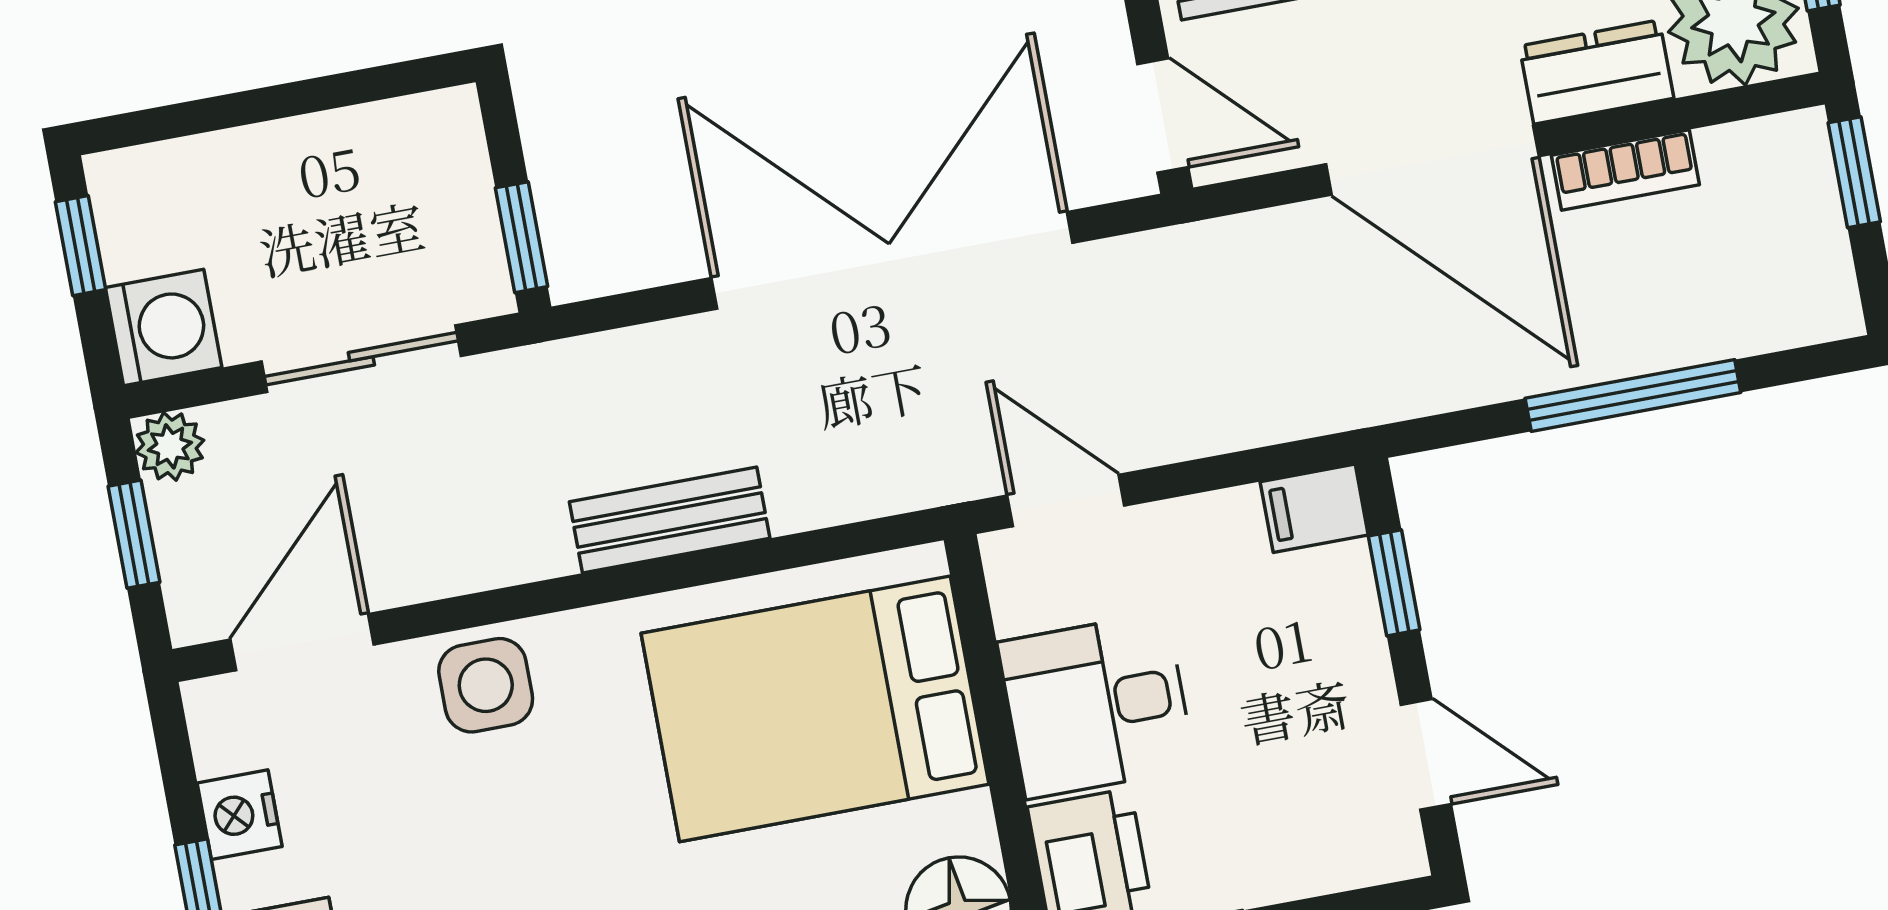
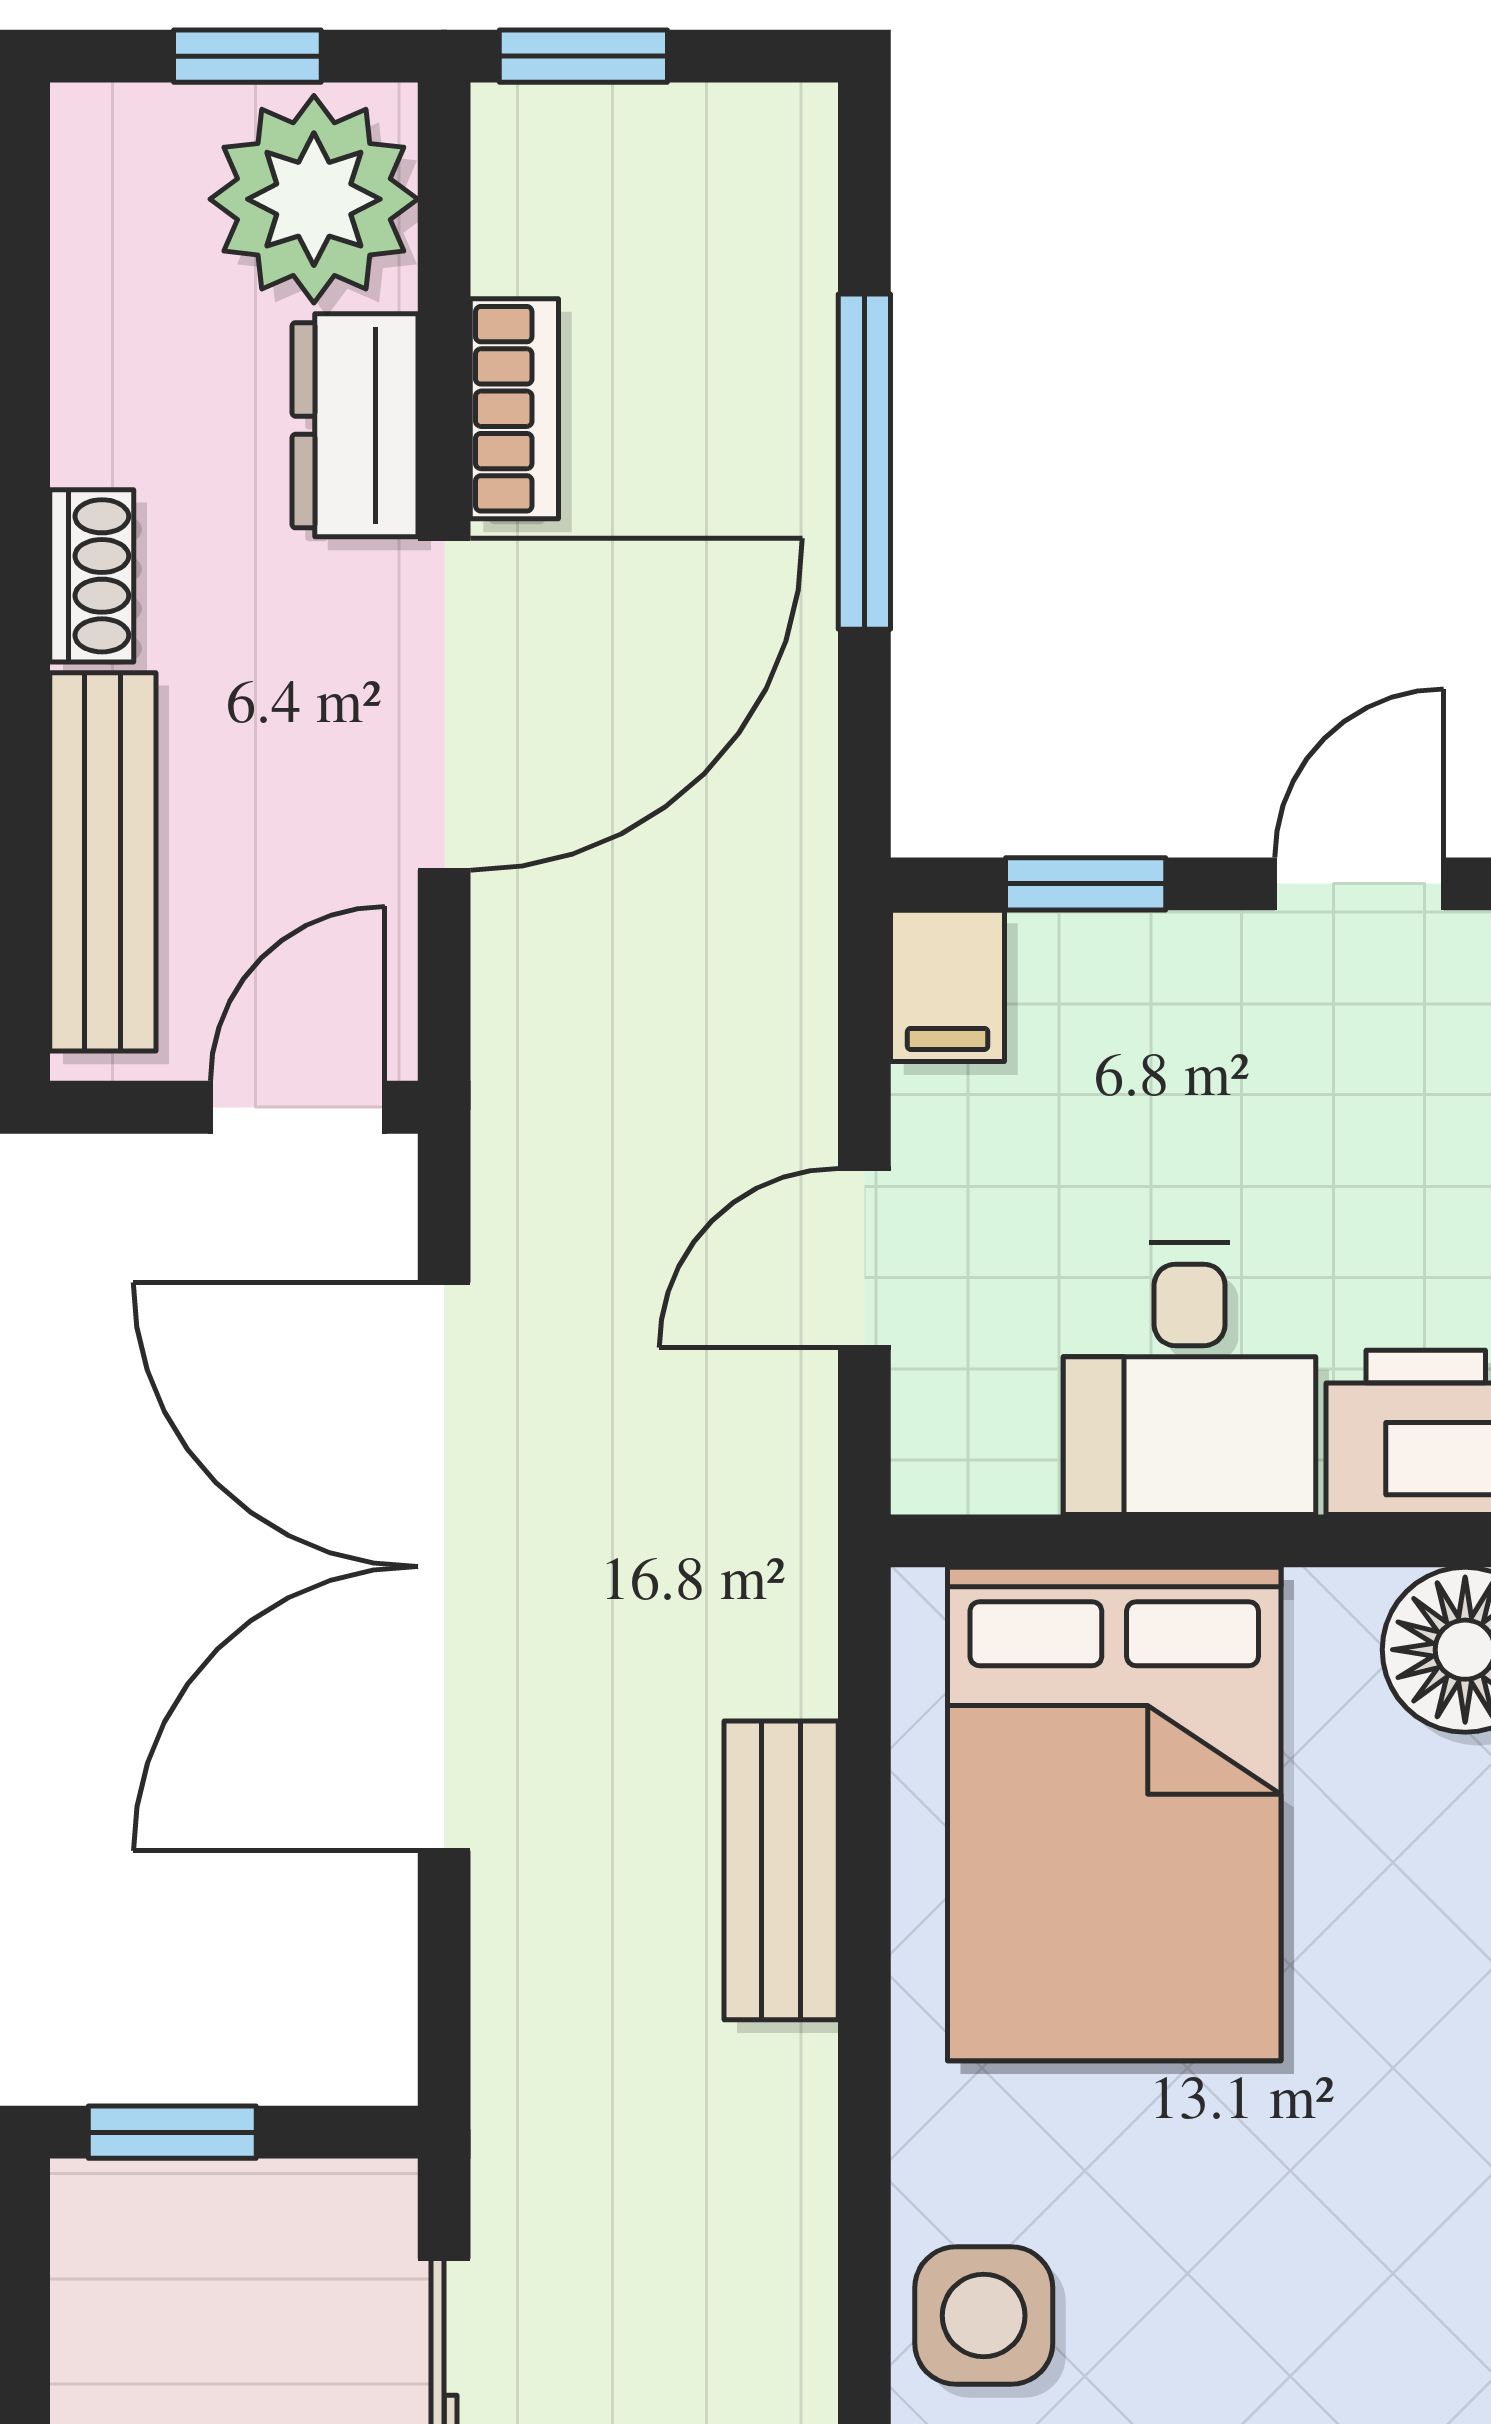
window: (522, 237) -> (172, 2132), moved
door: (1066, 501) -> (864, 1258), moved
bench: (670, 520) -> (781, 1870), moved

